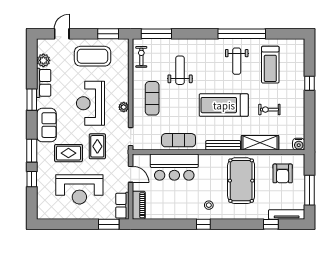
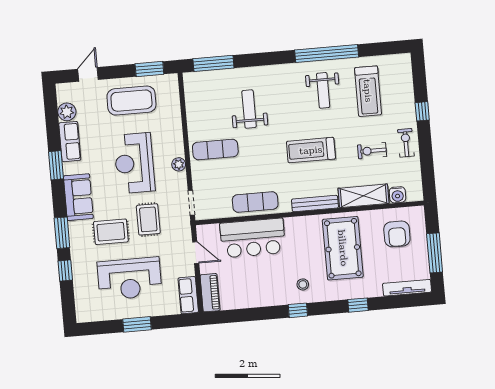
exercise bike: (141, 57) -> (406, 143), moved
exercise mat: (152, 98) -> (215, 149), turned 90
treadmill: (224, 105) -> (311, 150), width x0.73, depth x0.73
water cooler: (299, 144) -> (397, 195), moved
window: (109, 224) -> (137, 324), moved
window: (271, 224) -> (358, 305), moved

